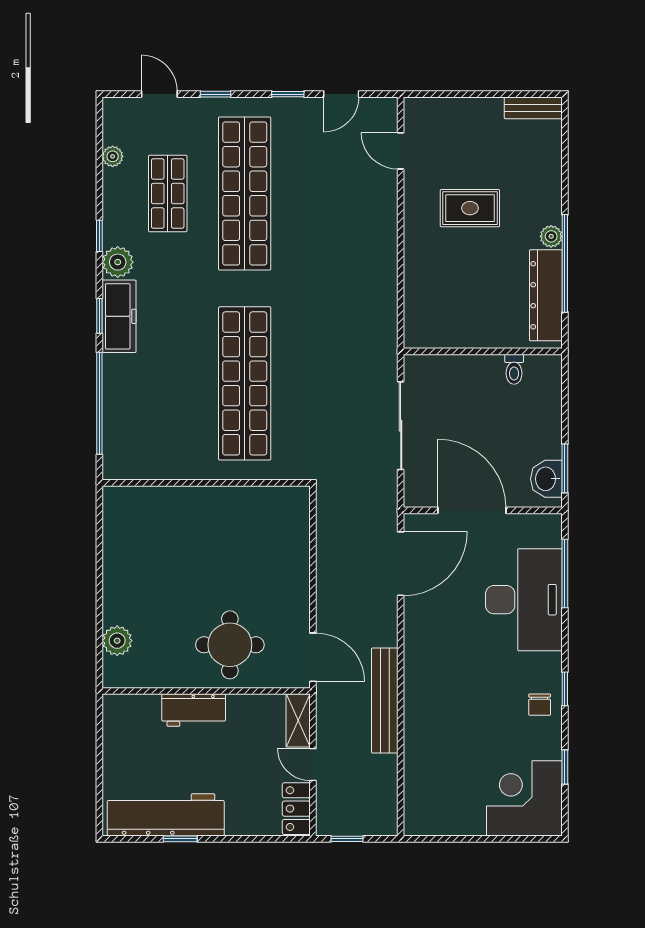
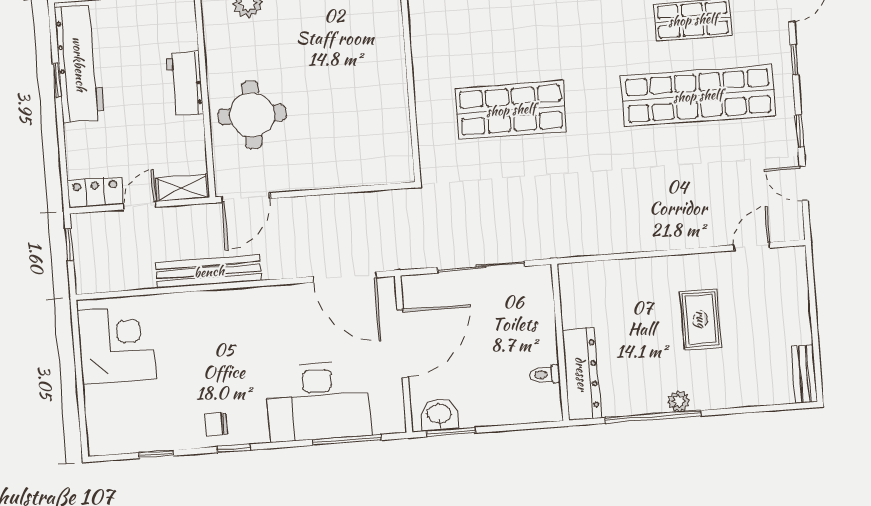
dresser: (546, 295) -> (581, 374), moved, turned 90
shop shelf: (245, 383) -> (511, 110), width x0.71
corner desk: (524, 798) -> (117, 345), moved

